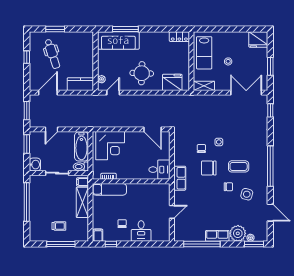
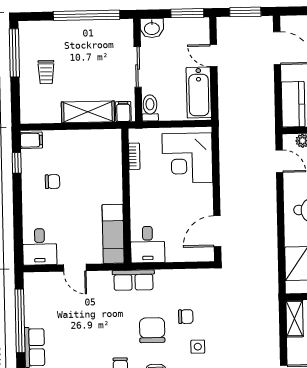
bathtub: (81, 146) -> (199, 92), moved, turned -90
exam couch: (109, 189) -> (113, 234), moved
desk: (141, 231) -> (40, 247), moved, turned -90
window: (61, 244) -> (14, 53), moved

